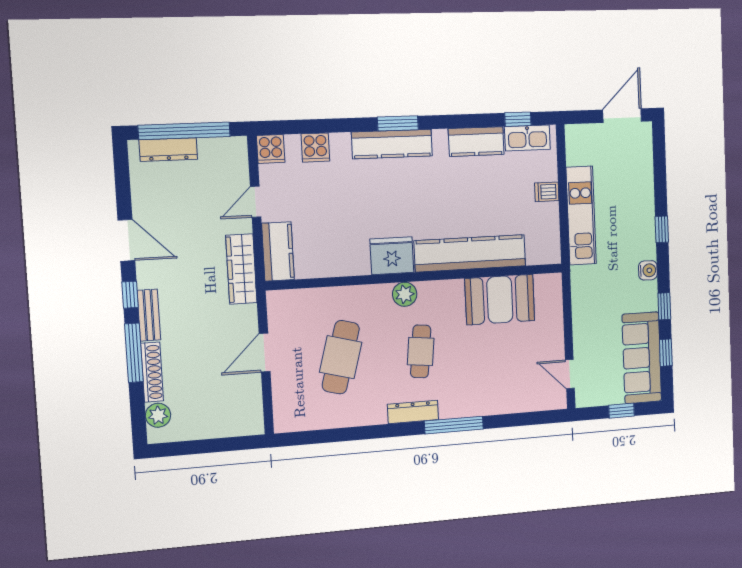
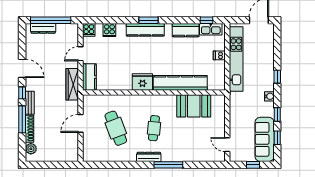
kitchen unit: (581, 216) -> (236, 59), width x1.36
plant: (405, 294) -> (148, 101), removed
cafe table: (341, 357) -> (116, 128), turned -36

